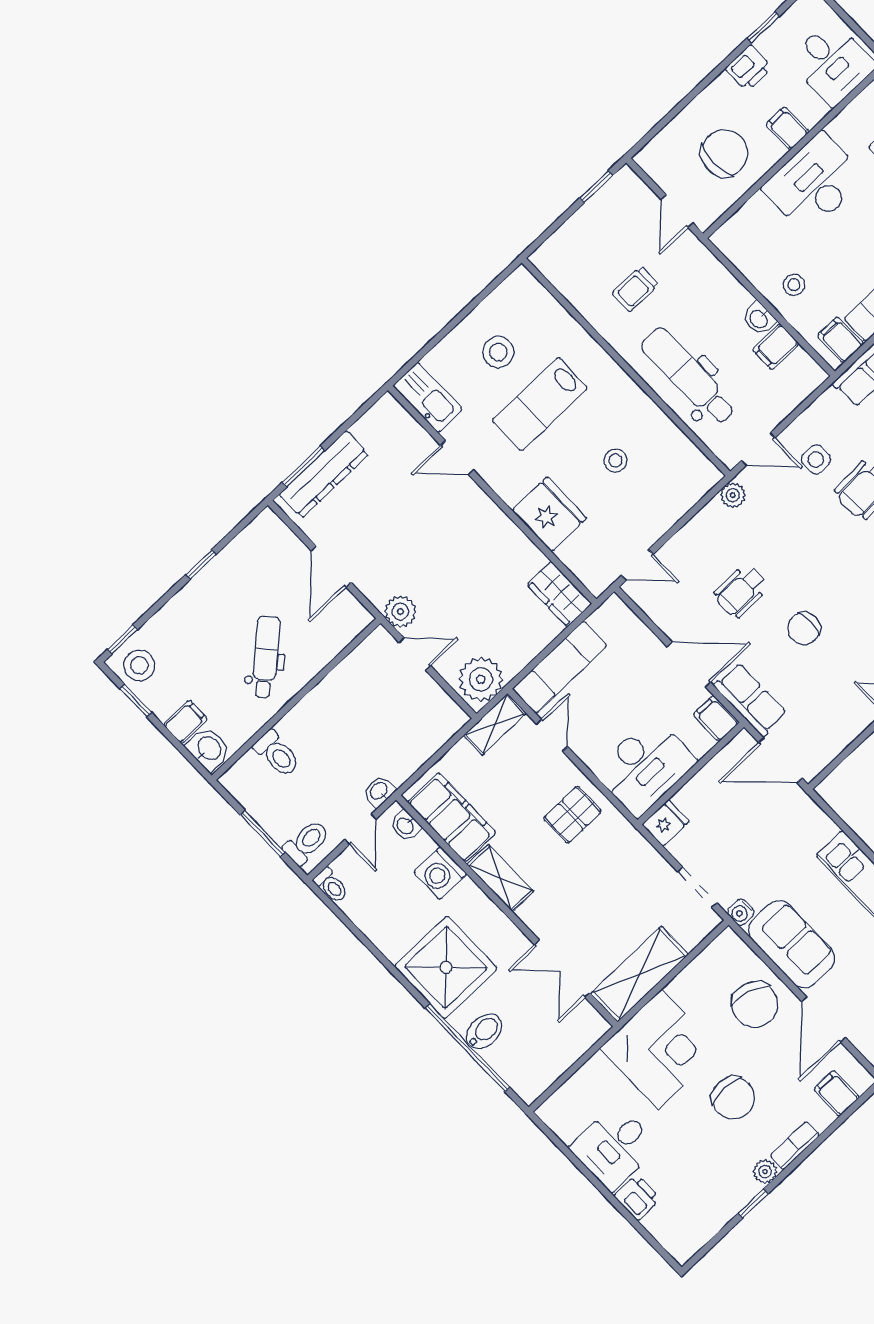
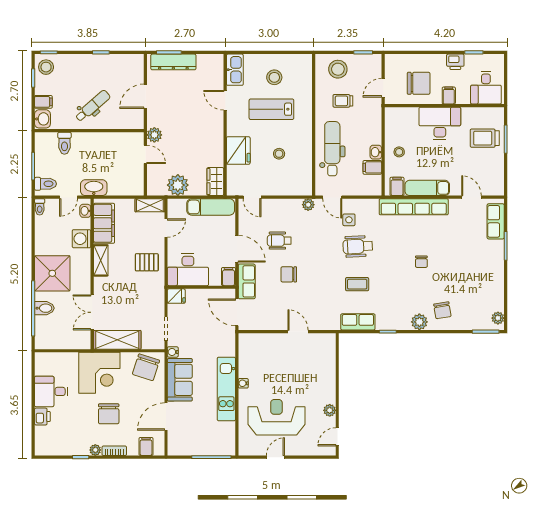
stool: (582, 248) -> (338, 69), added
exam couch: (560, 667) -> (211, 207), moved
plant: (481, 679) -> (178, 185), moved
washbasin: (379, 791) -> (94, 188), width x1.91, depth x1.45
chair: (755, 1005) -> (146, 367), moved

